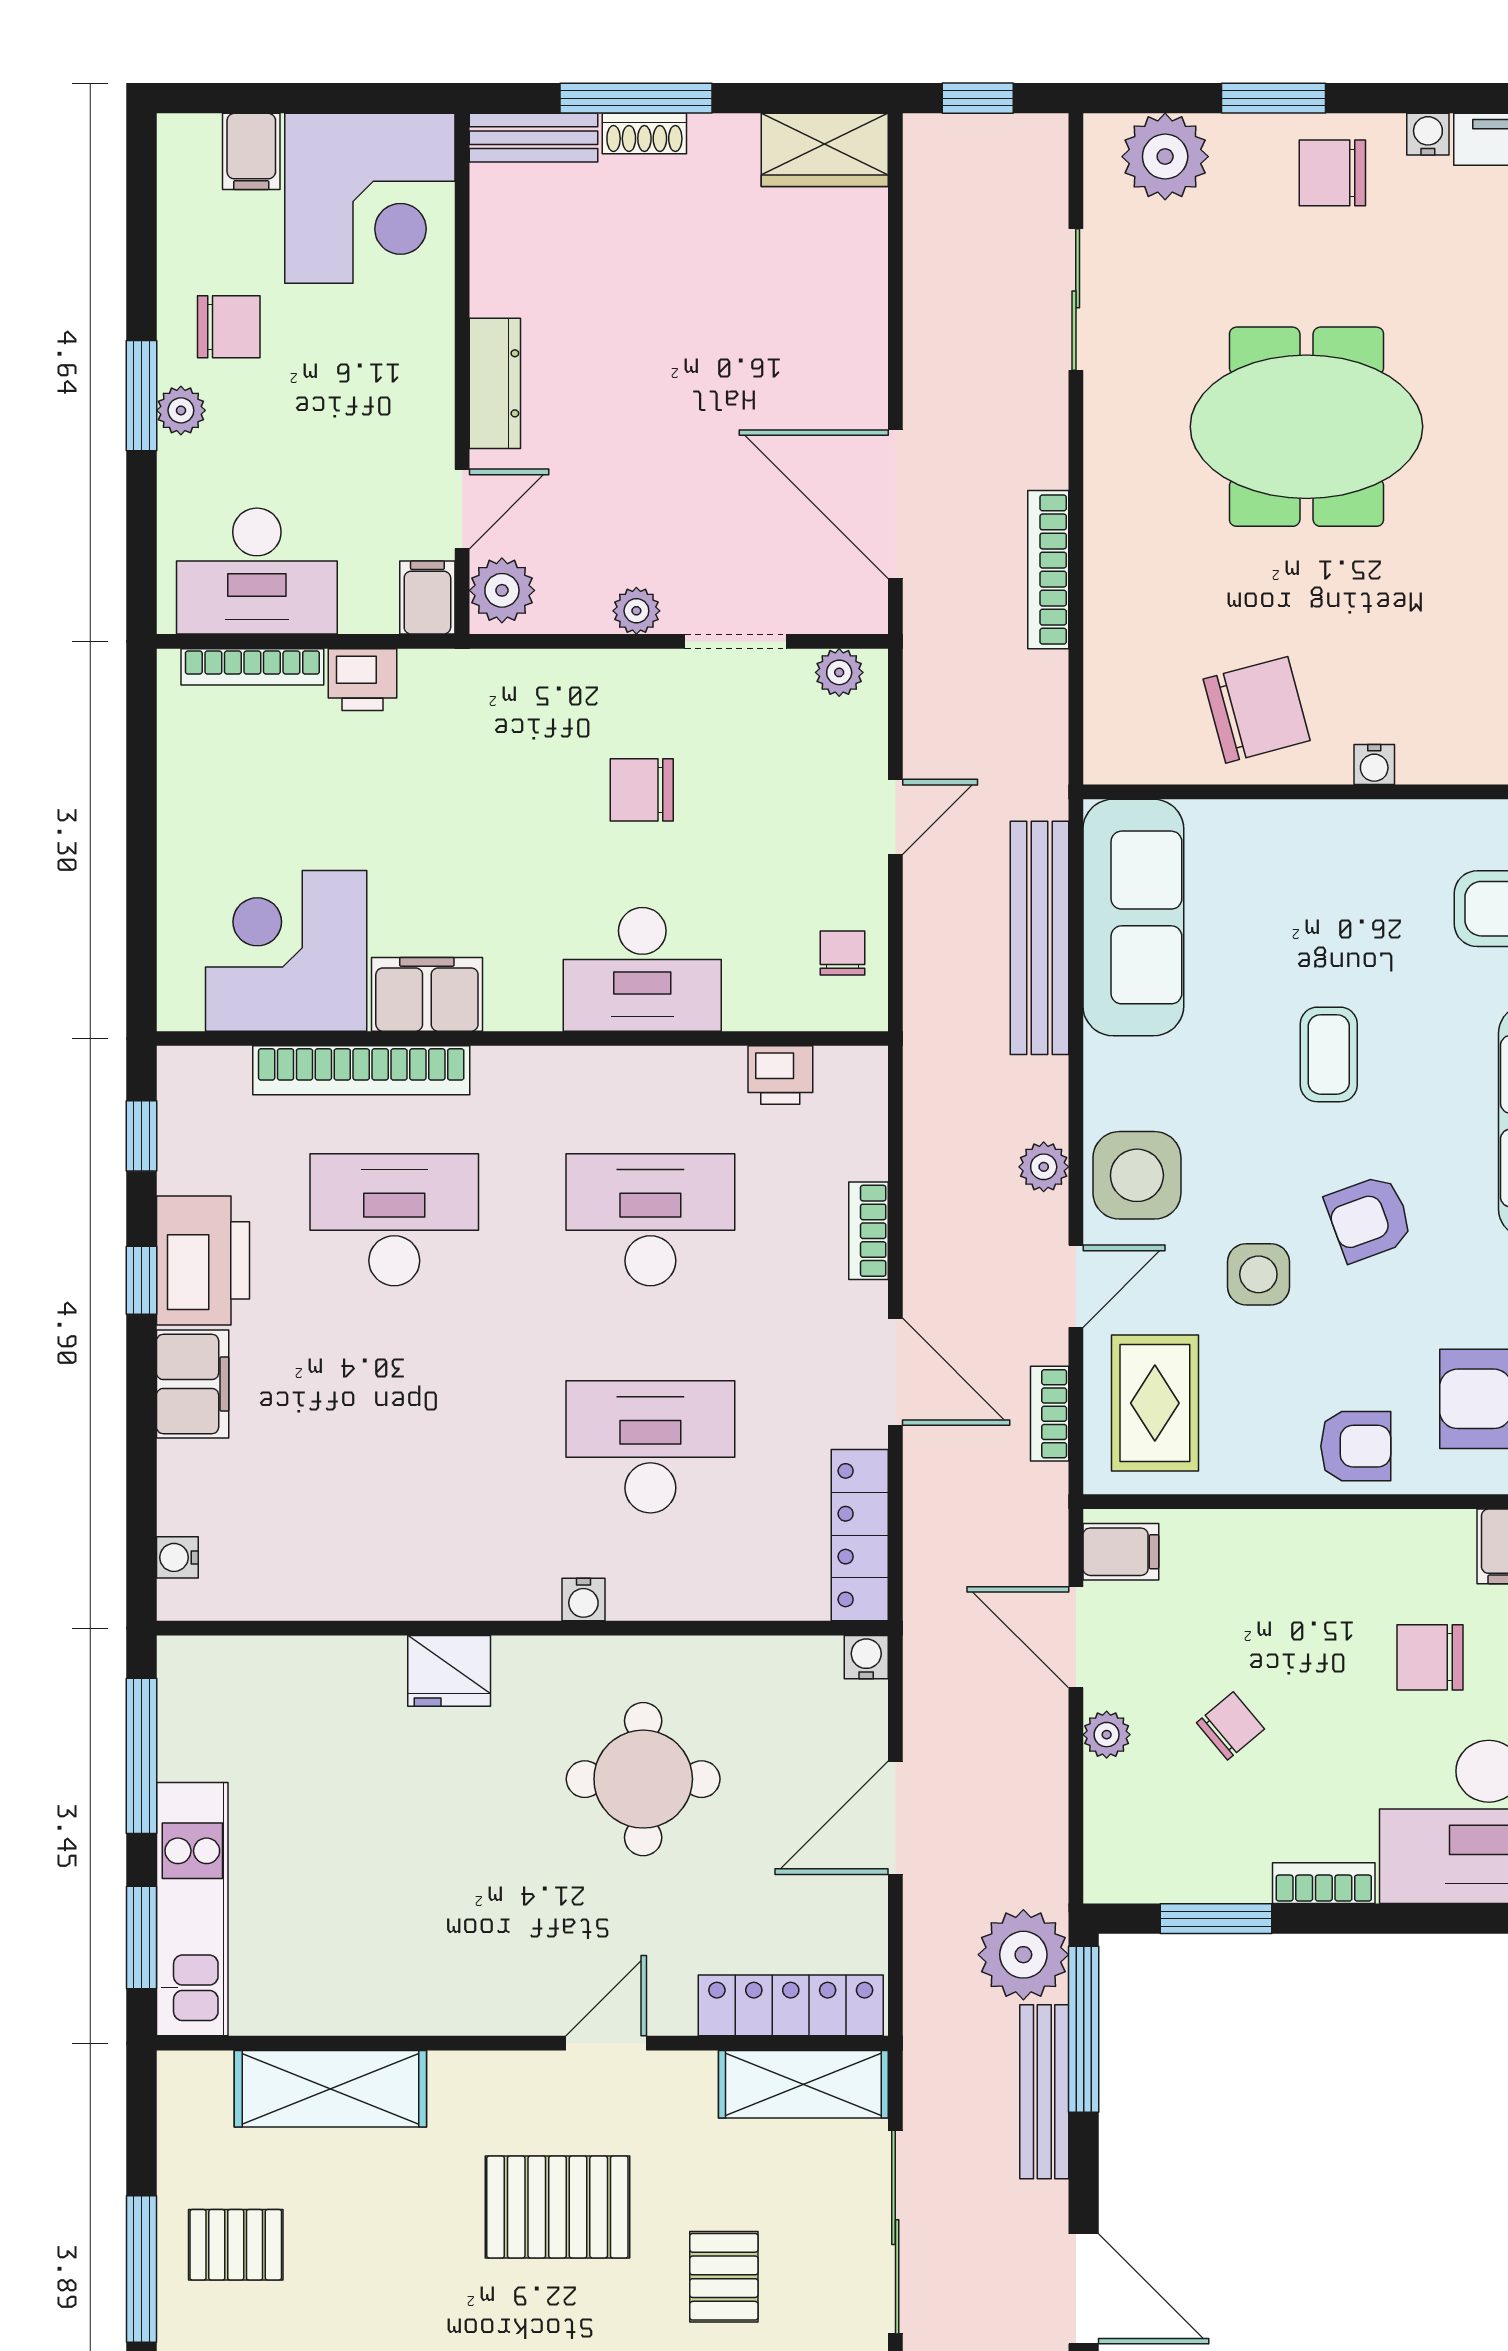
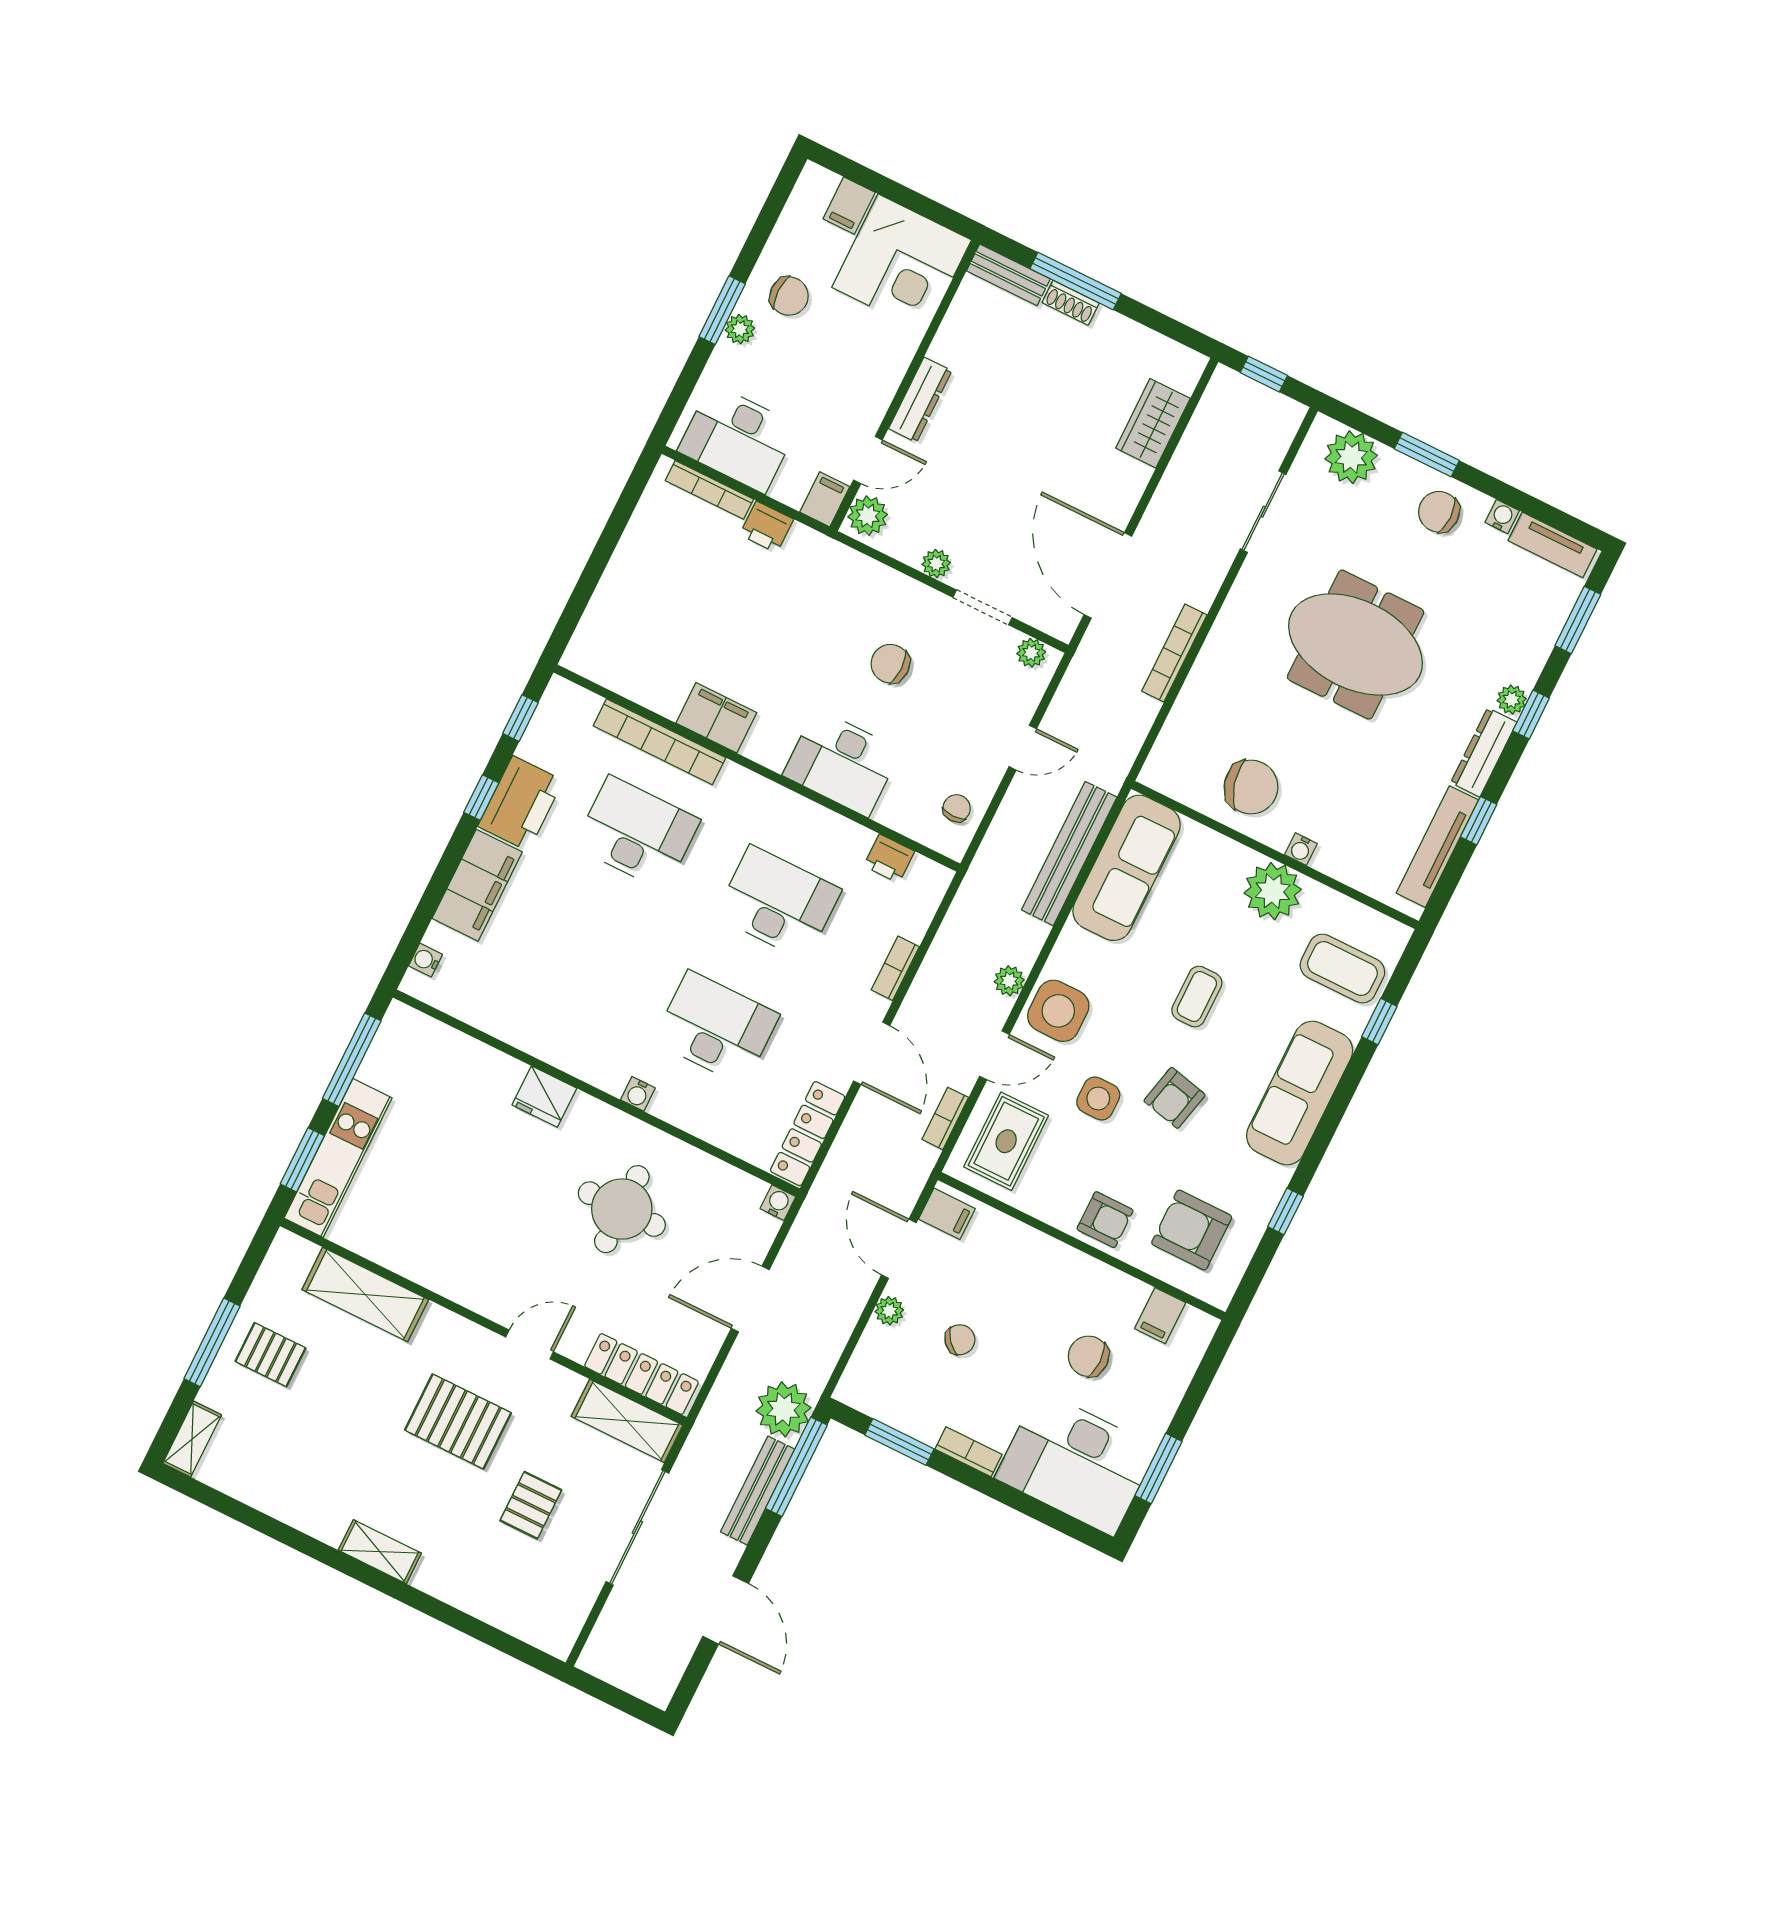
wardrobe: (825, 150) -> (1153, 423), moved, turned 90
plant: (1363, 846) -> (1273, 891), added
corner desk: (286, 951) -> (651, 655), removed
armchair: (1369, 1218) -> (1174, 1098), turned -57
filing cabinet: (193, 1384) -> (477, 885), width x1.50, depth x1.17

